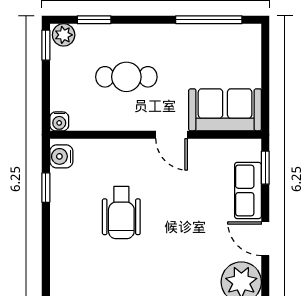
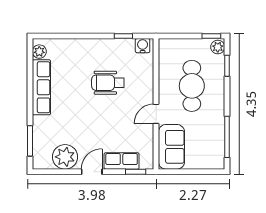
cafe table: (126, 77) -> (192, 86), width x1.37, depth x1.35
water cooler: (59, 121) -> (164, 44), removed

